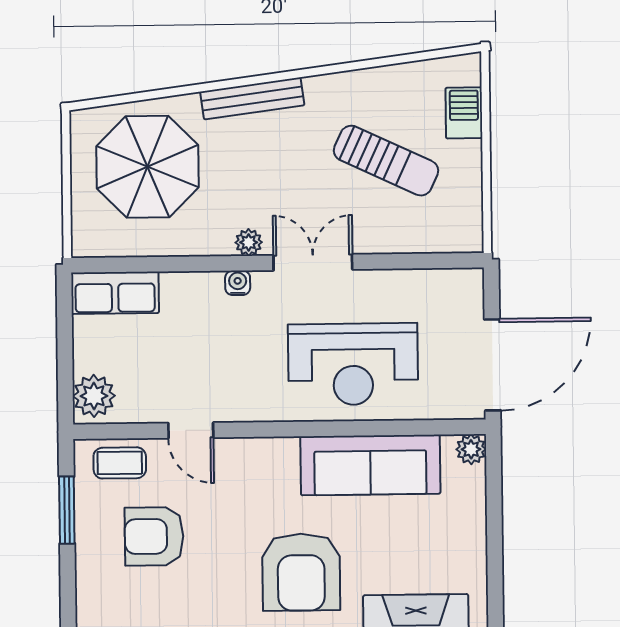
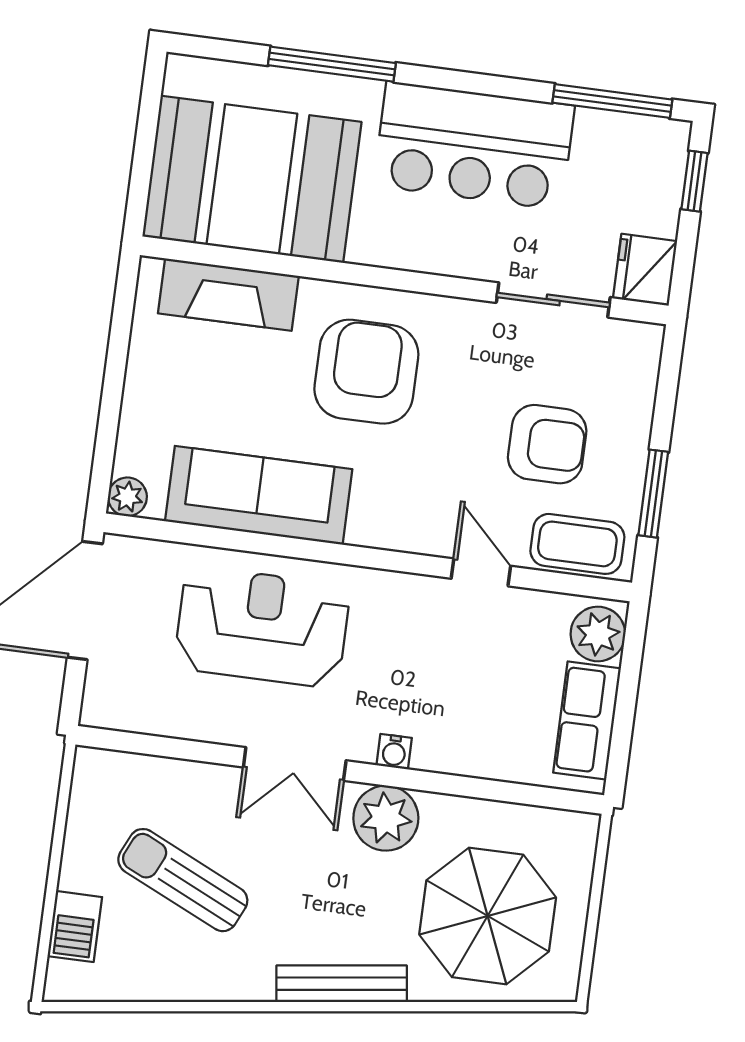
plant: (249, 242) -> (386, 818), width x1.88, depth x1.88
row of seats: (115, 293) -> (587, 720), moved, turned -90
coffee table: (120, 463) -> (577, 544), width x1.36, depth x1.30

